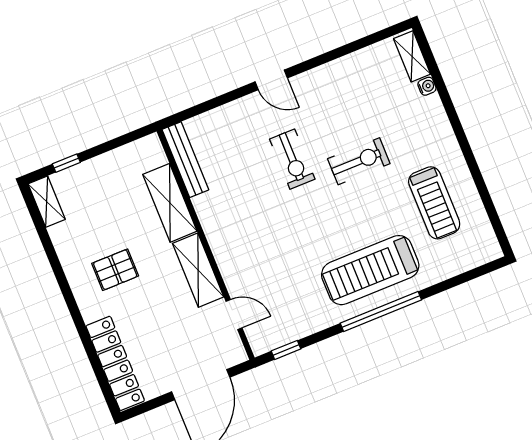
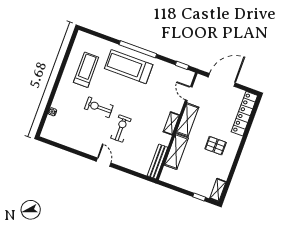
shelving: (412, 56) -> (171, 123), moved
treadmill: (370, 270) -> (129, 67), turned 180

